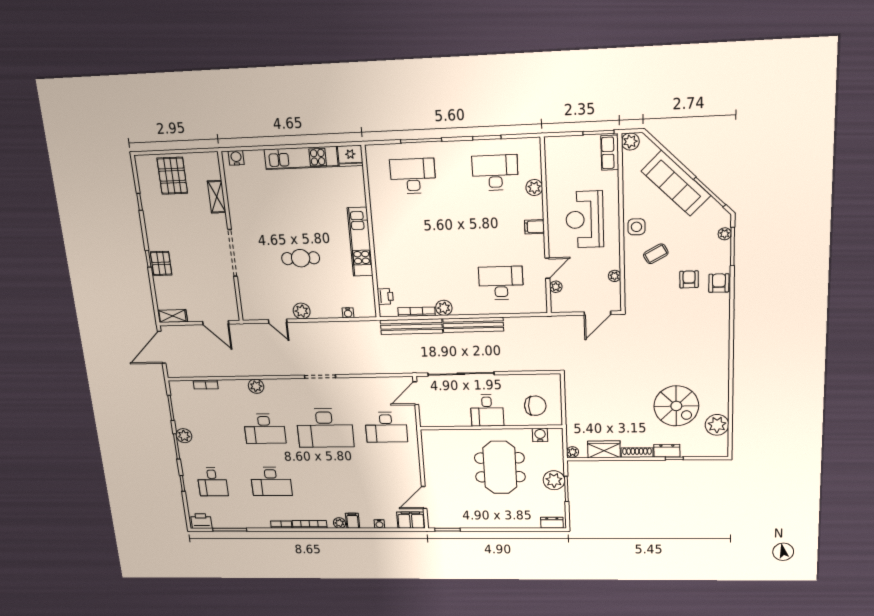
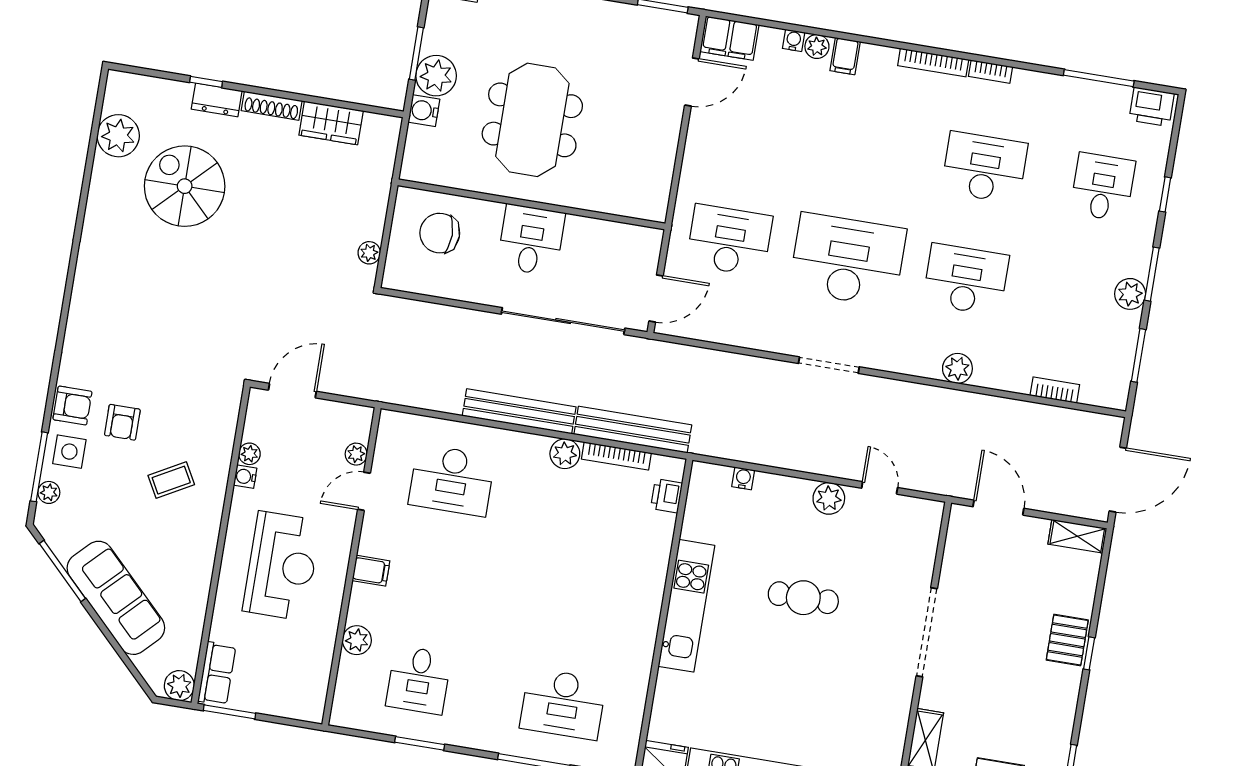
desk: (495, 173) -> (419, 680), width x0.73
side table: (636, 227) -> (69, 452), moved
water cooler: (615, 263) -> (245, 477), added
armchair: (719, 283) -> (72, 406), turned -90
water cooler: (540, 435) -> (424, 111), moved, turned 90
plant: (573, 452) -> (369, 253), moved
plant: (339, 523) -> (817, 46), moved

